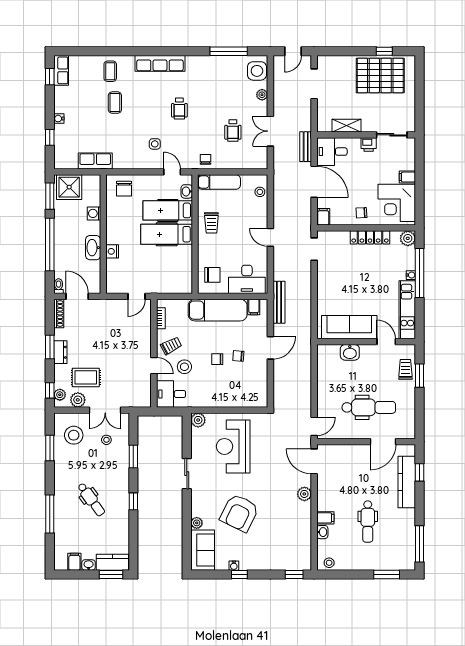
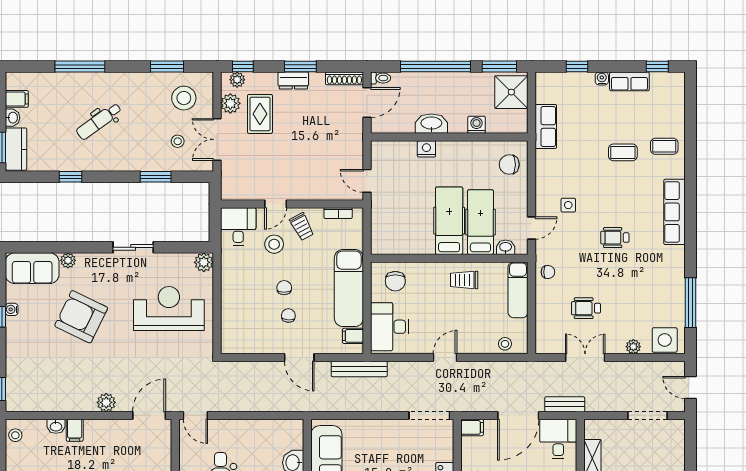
row of seats: (61, 70) -> (629, 81), moved
doorway: (314, 249) -> (429, 415), width x1.38
window: (133, 501) -> (70, 177), moved

